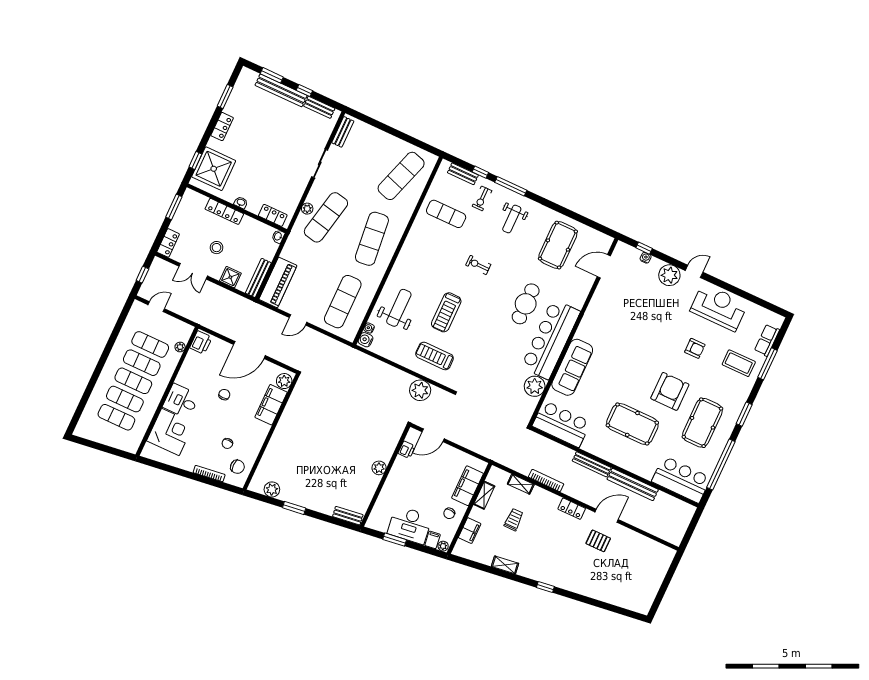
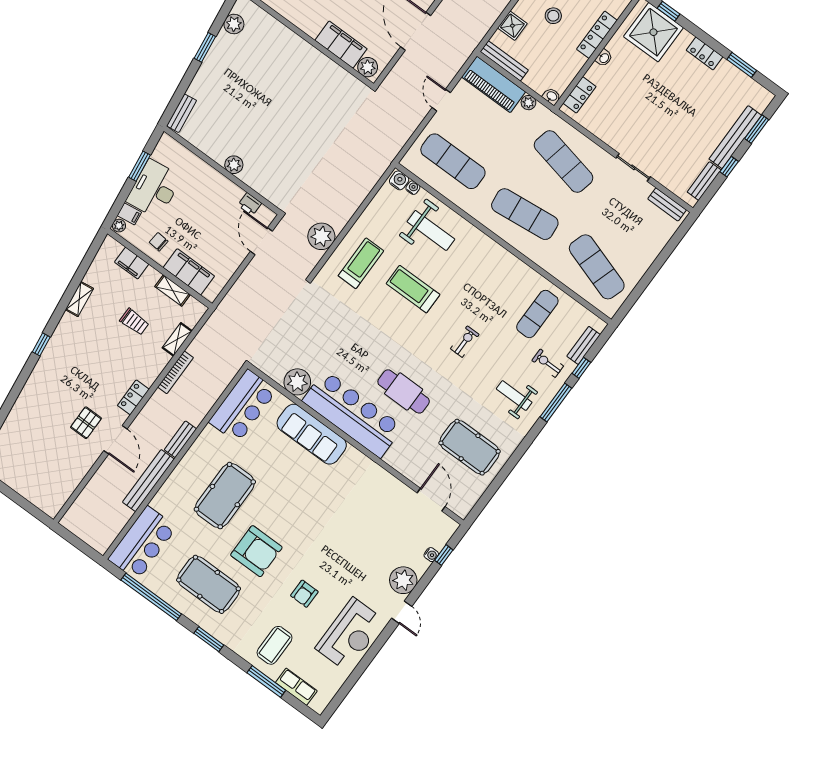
plant: (307, 209) -> (528, 103), moved
bench: (592, 464) -> (180, 439), width x0.73

